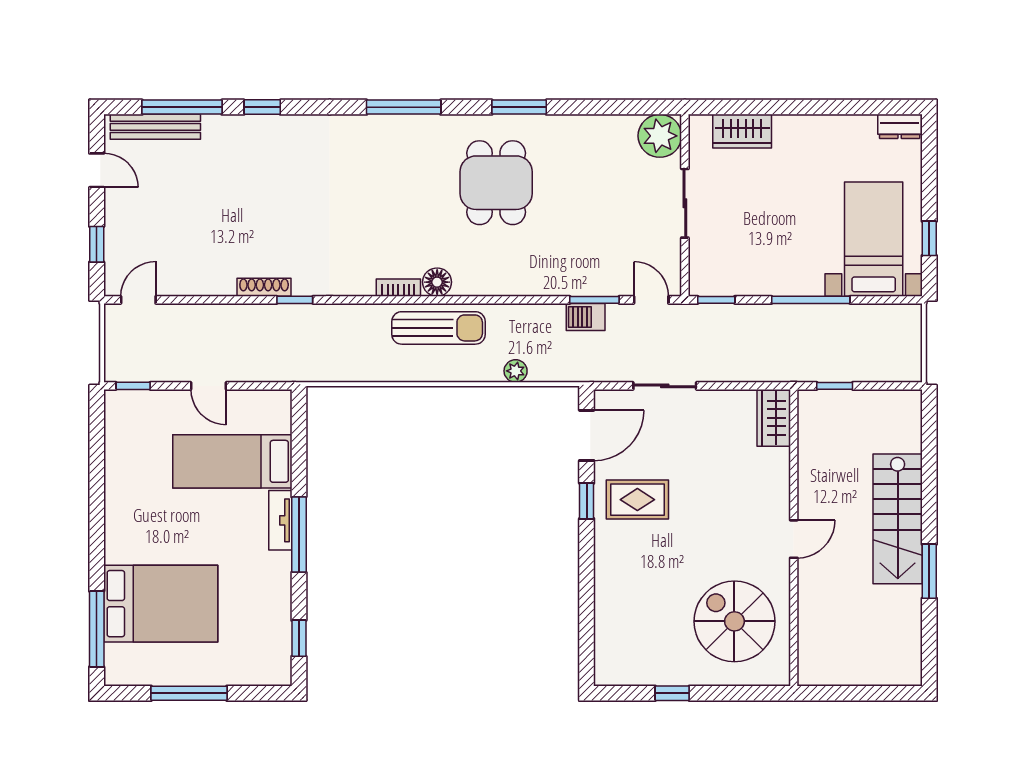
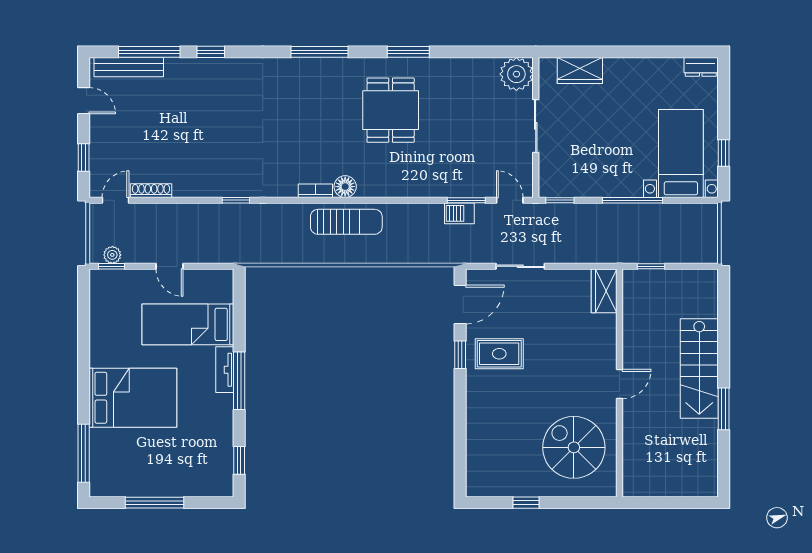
shoe rack: (264, 287) -> (151, 191), moved
plant: (516, 371) -> (112, 255), moved
bed: (161, 604) -> (133, 398), moved

